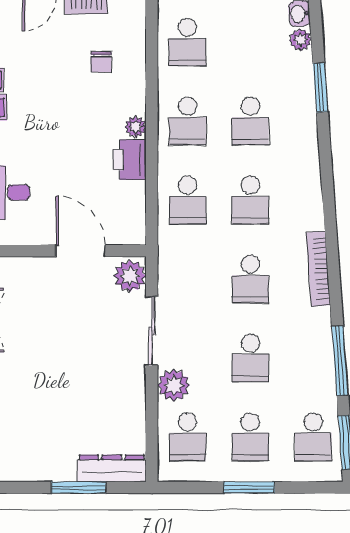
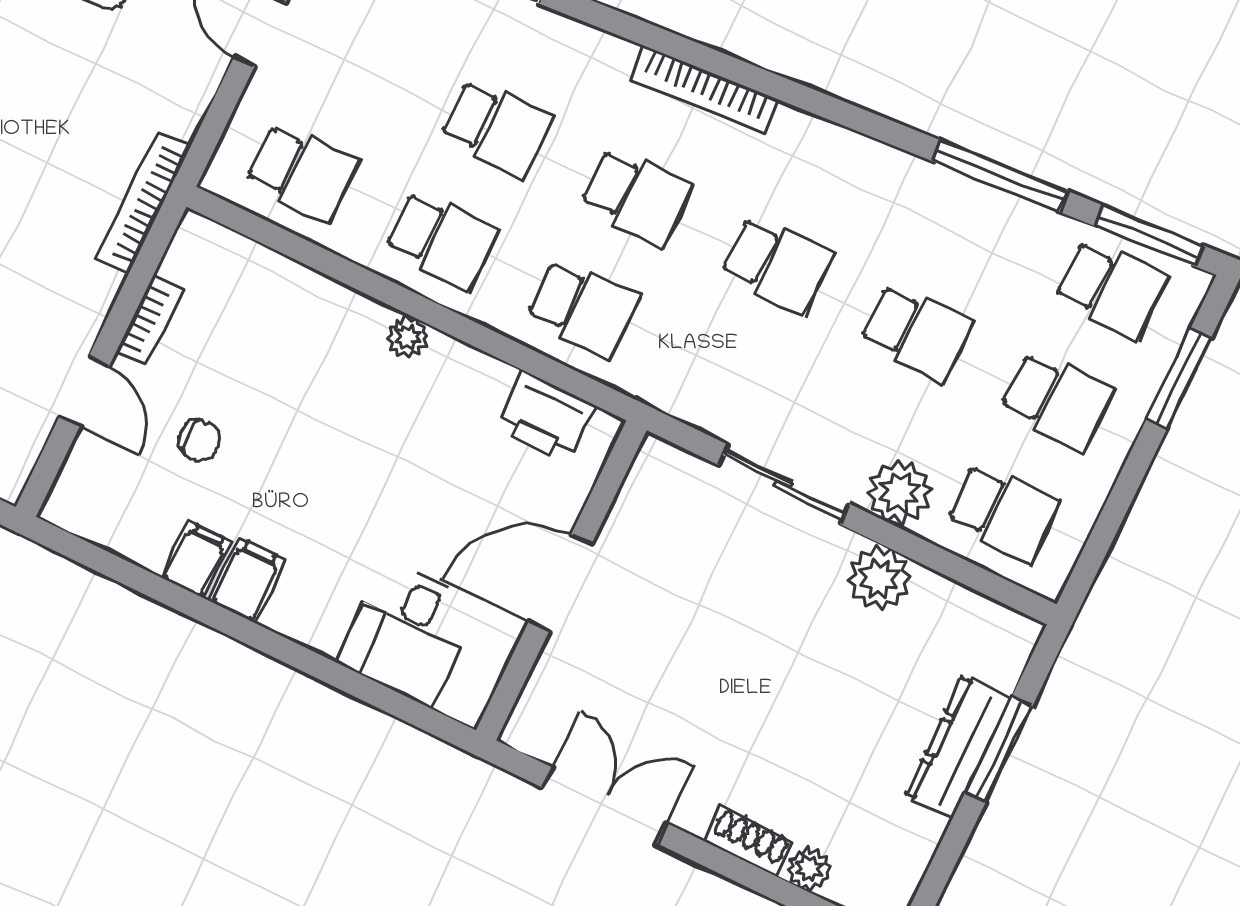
chair: (101, 62) -> (199, 441), moved
printer: (130, 160) -> (545, 417), moved
door: (81, 251) -> (560, 583), moved
bookcase: (318, 269) -> (704, 90), moved
plant: (130, 276) -> (879, 578), moved
dresser: (112, 468) -> (958, 747), moved
window: (249, 487) -> (1179, 378), moved

